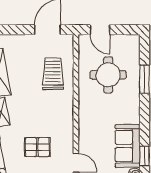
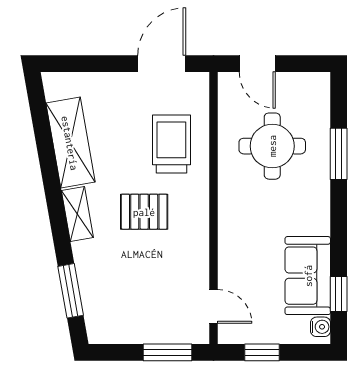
pallet: (37, 147) -> (144, 212), moved

